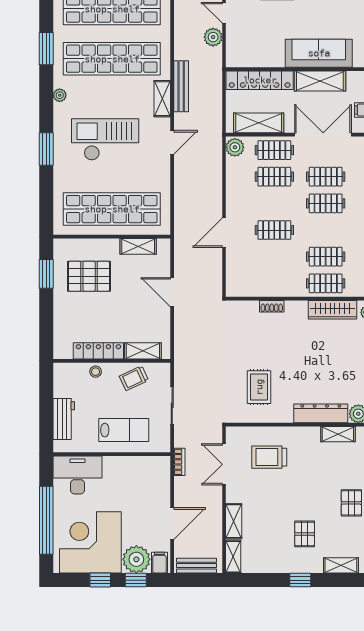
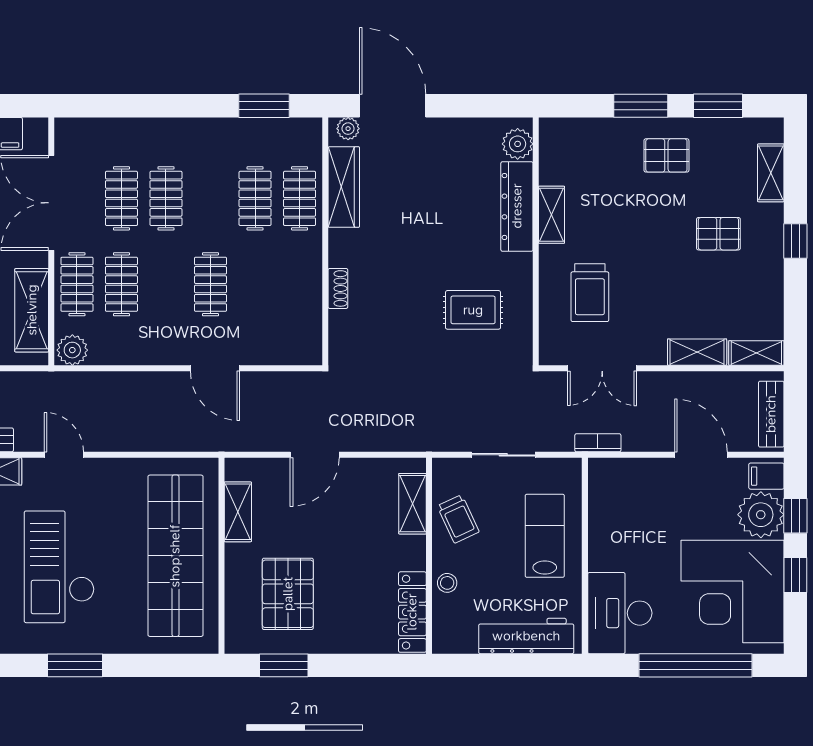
locker: (98, 351) -> (412, 612), moved
workbench: (64, 419) -> (526, 636), width x1.37
shelving: (338, 434) -> (552, 215), moved

